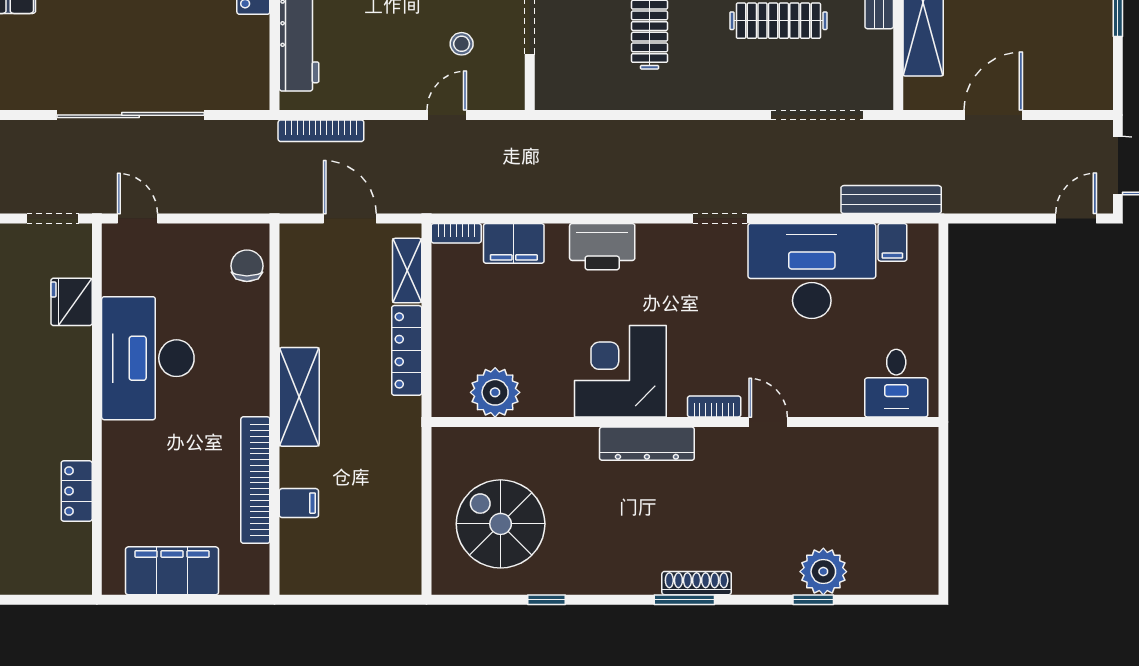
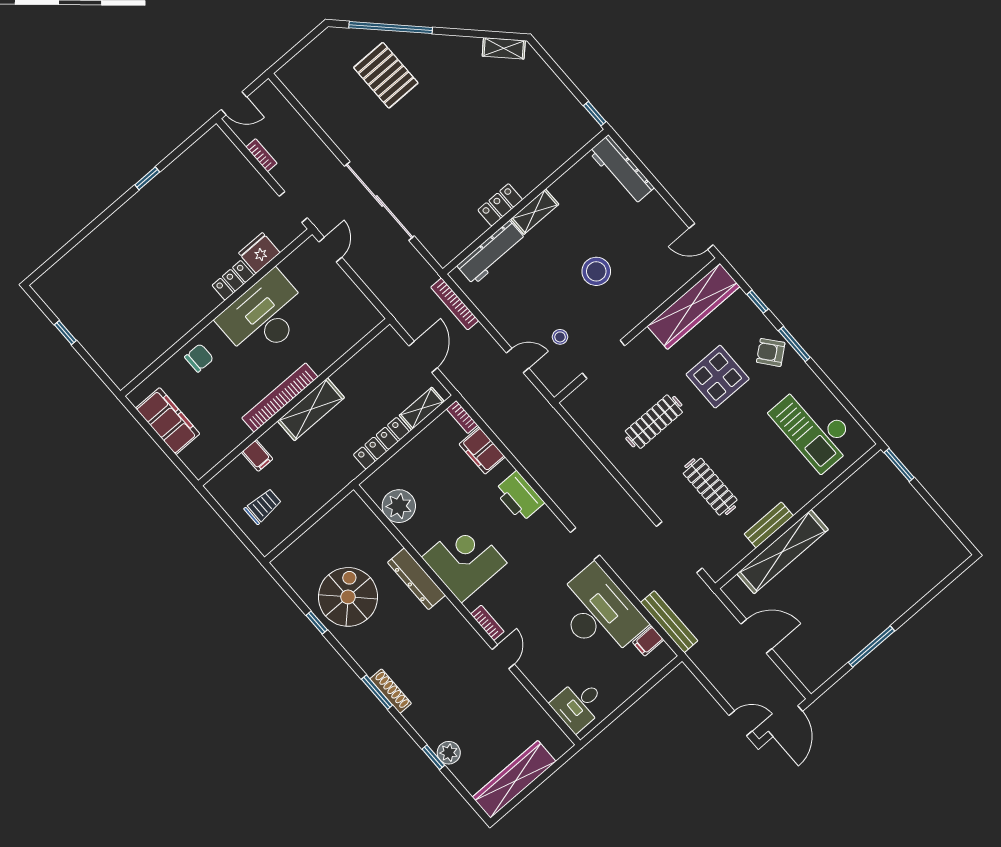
chair: (247, 266) -> (199, 358), moved
dresser: (647, 444) -> (416, 579), moved
bookcase: (255, 480) -> (280, 397), moved
locker: (77, 491) -> (233, 280), moved
spiral stairs: (501, 524) -> (348, 597), moved
wardrobe: (917, 530) -> (514, 779), added
trolley: (362, 546) -> (263, 506), added
plant: (823, 572) -> (449, 753), width x0.73, depth x0.73

